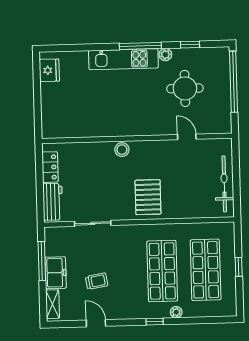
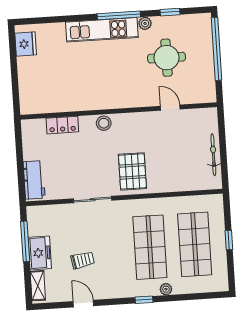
locker: (50, 167) -> (62, 125), moved, turned 90
bicycle: (224, 184) -> (213, 155), width x0.73, depth x0.71
sliding door: (93, 223) -> (93, 200), moved

